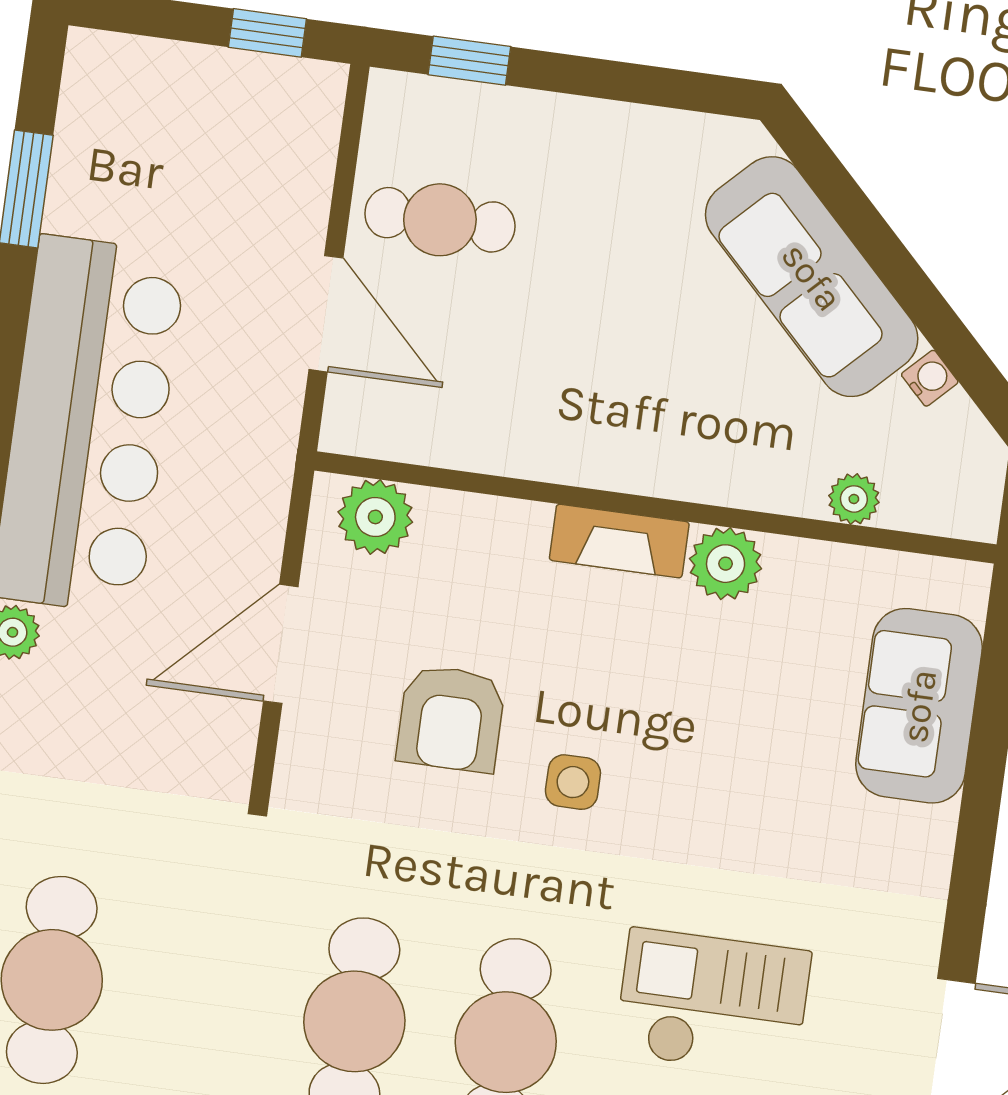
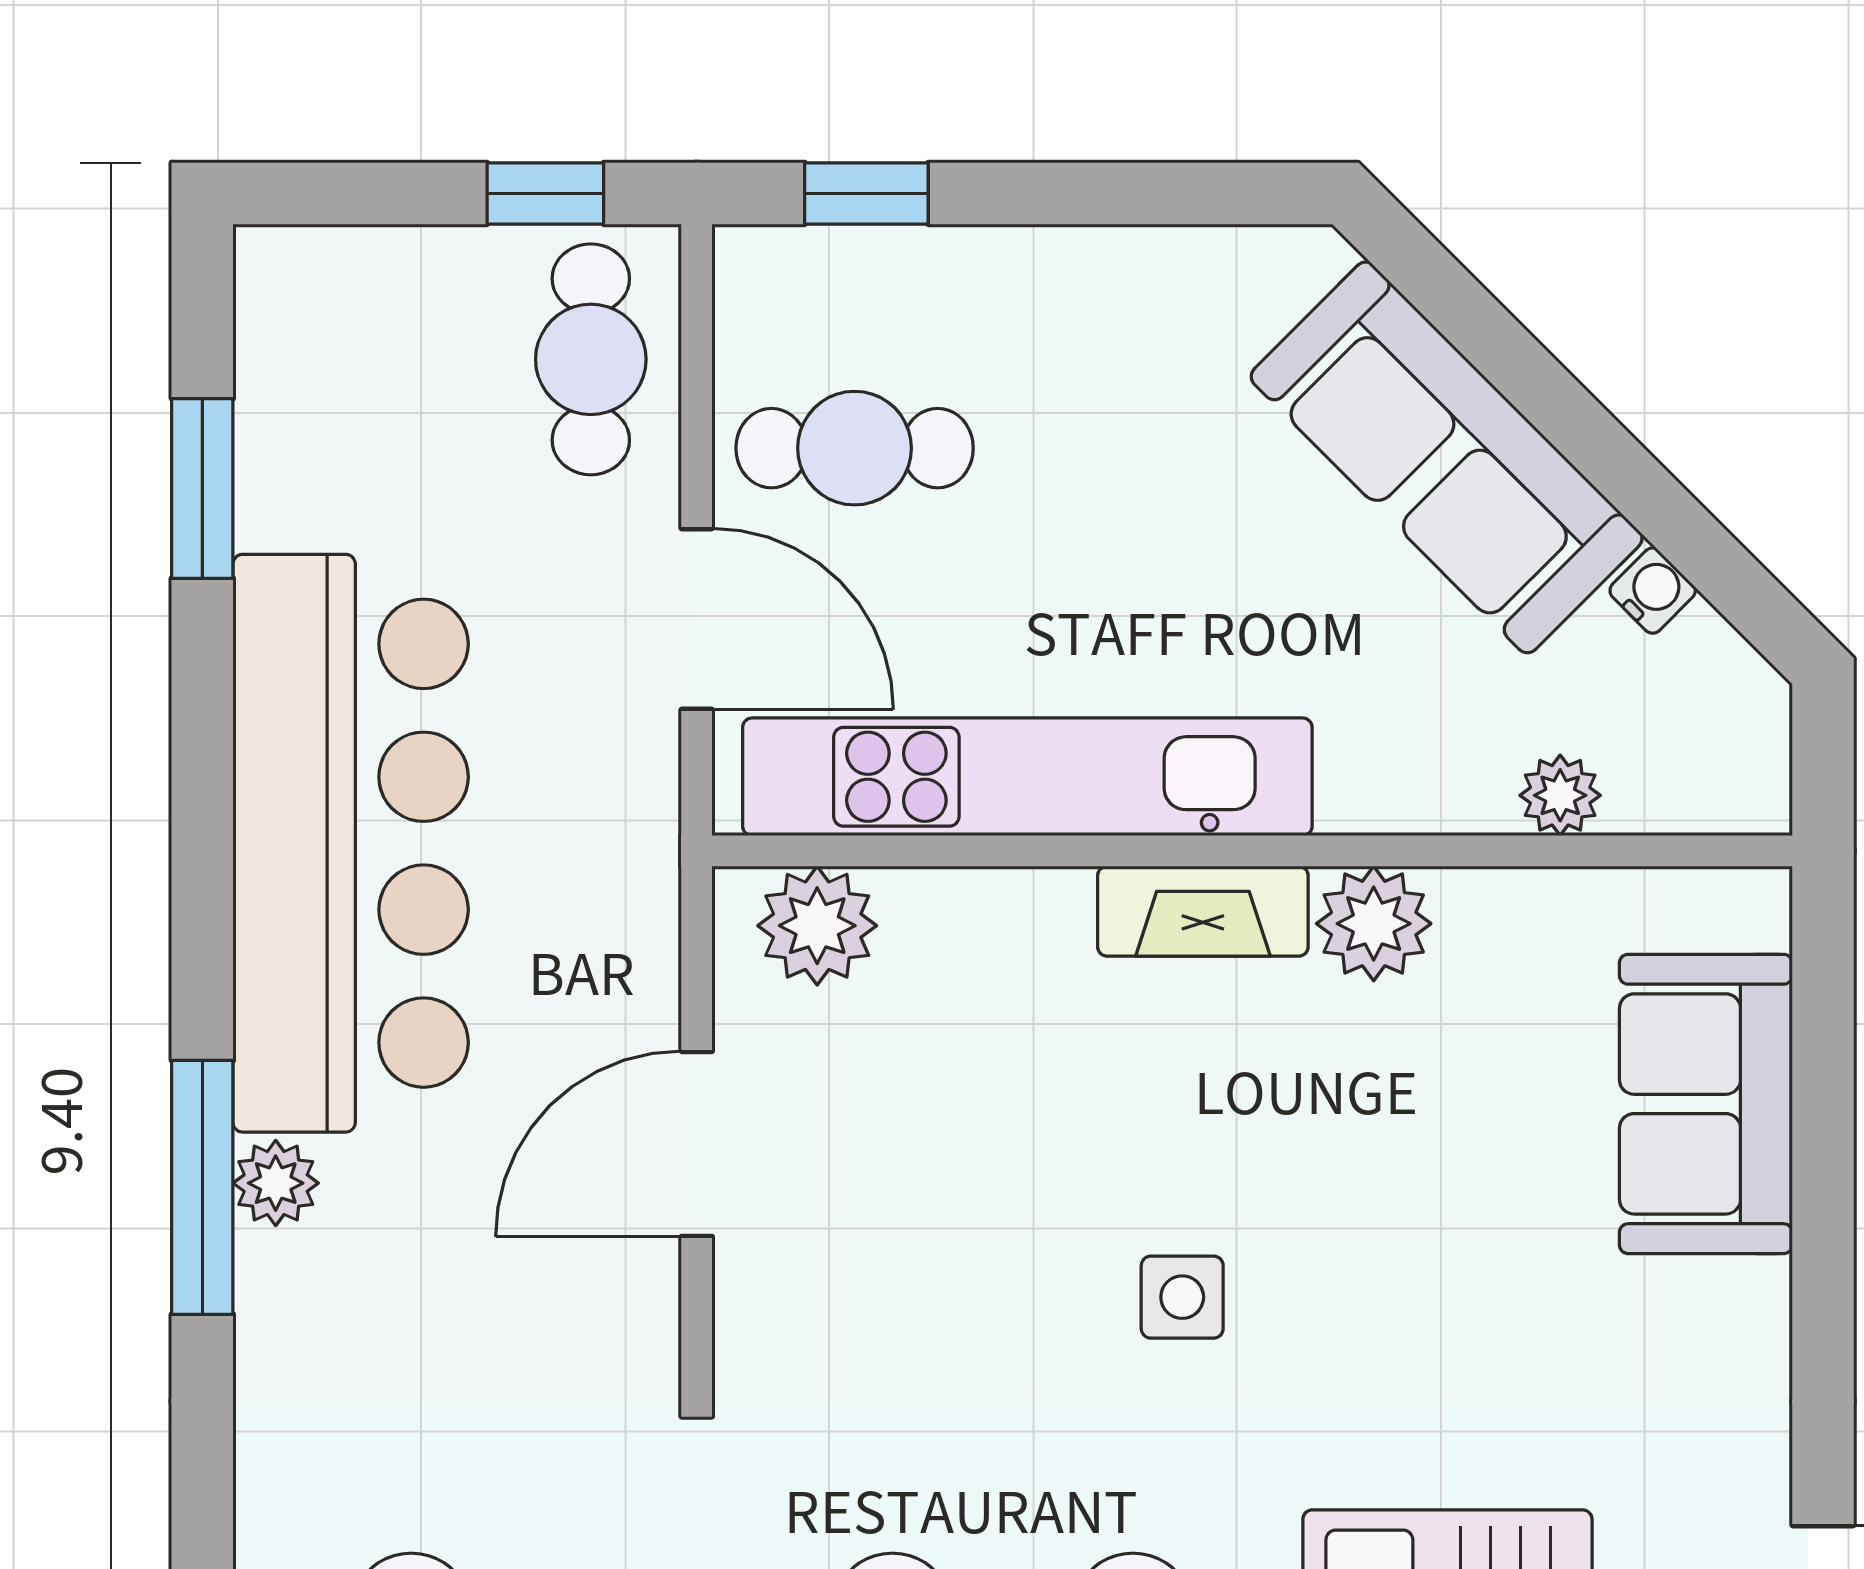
cafe table: (282, 141) -> (591, 359), added
kitchen unit: (520, 441) -> (1027, 777), added
armchair: (451, 719) -> (978, 1224), removed

